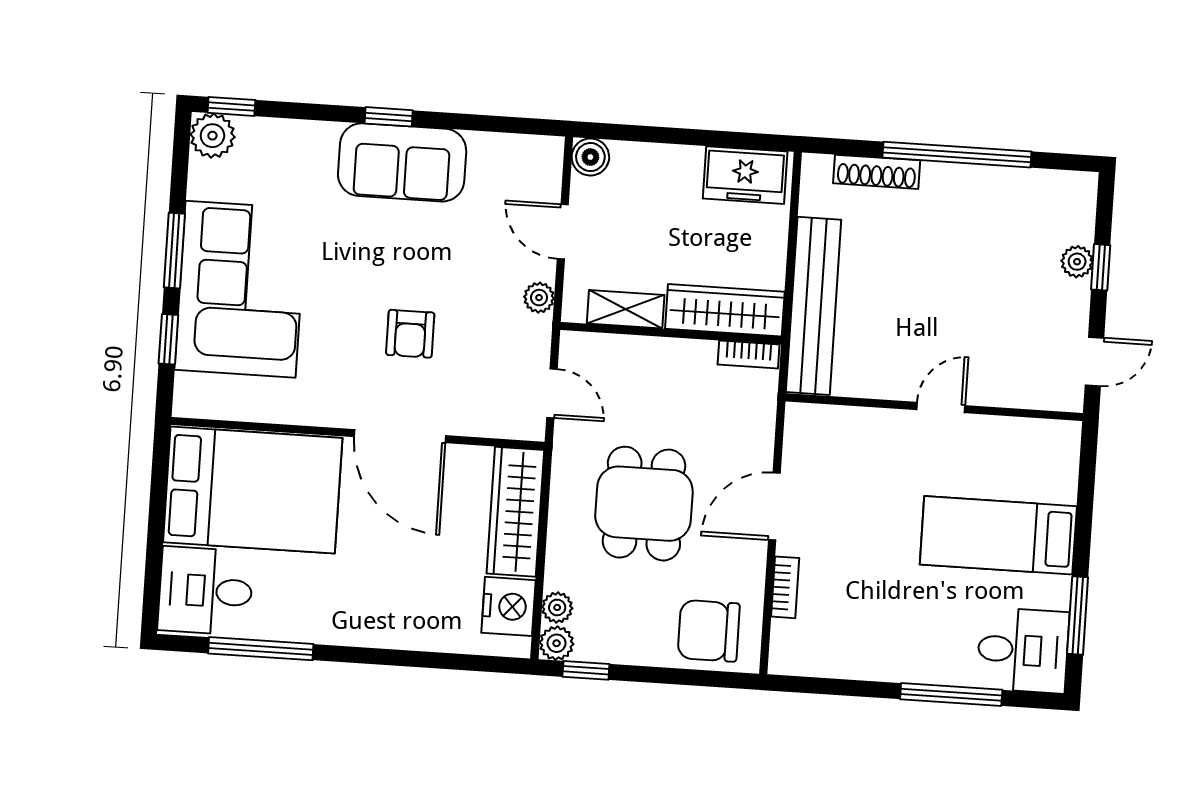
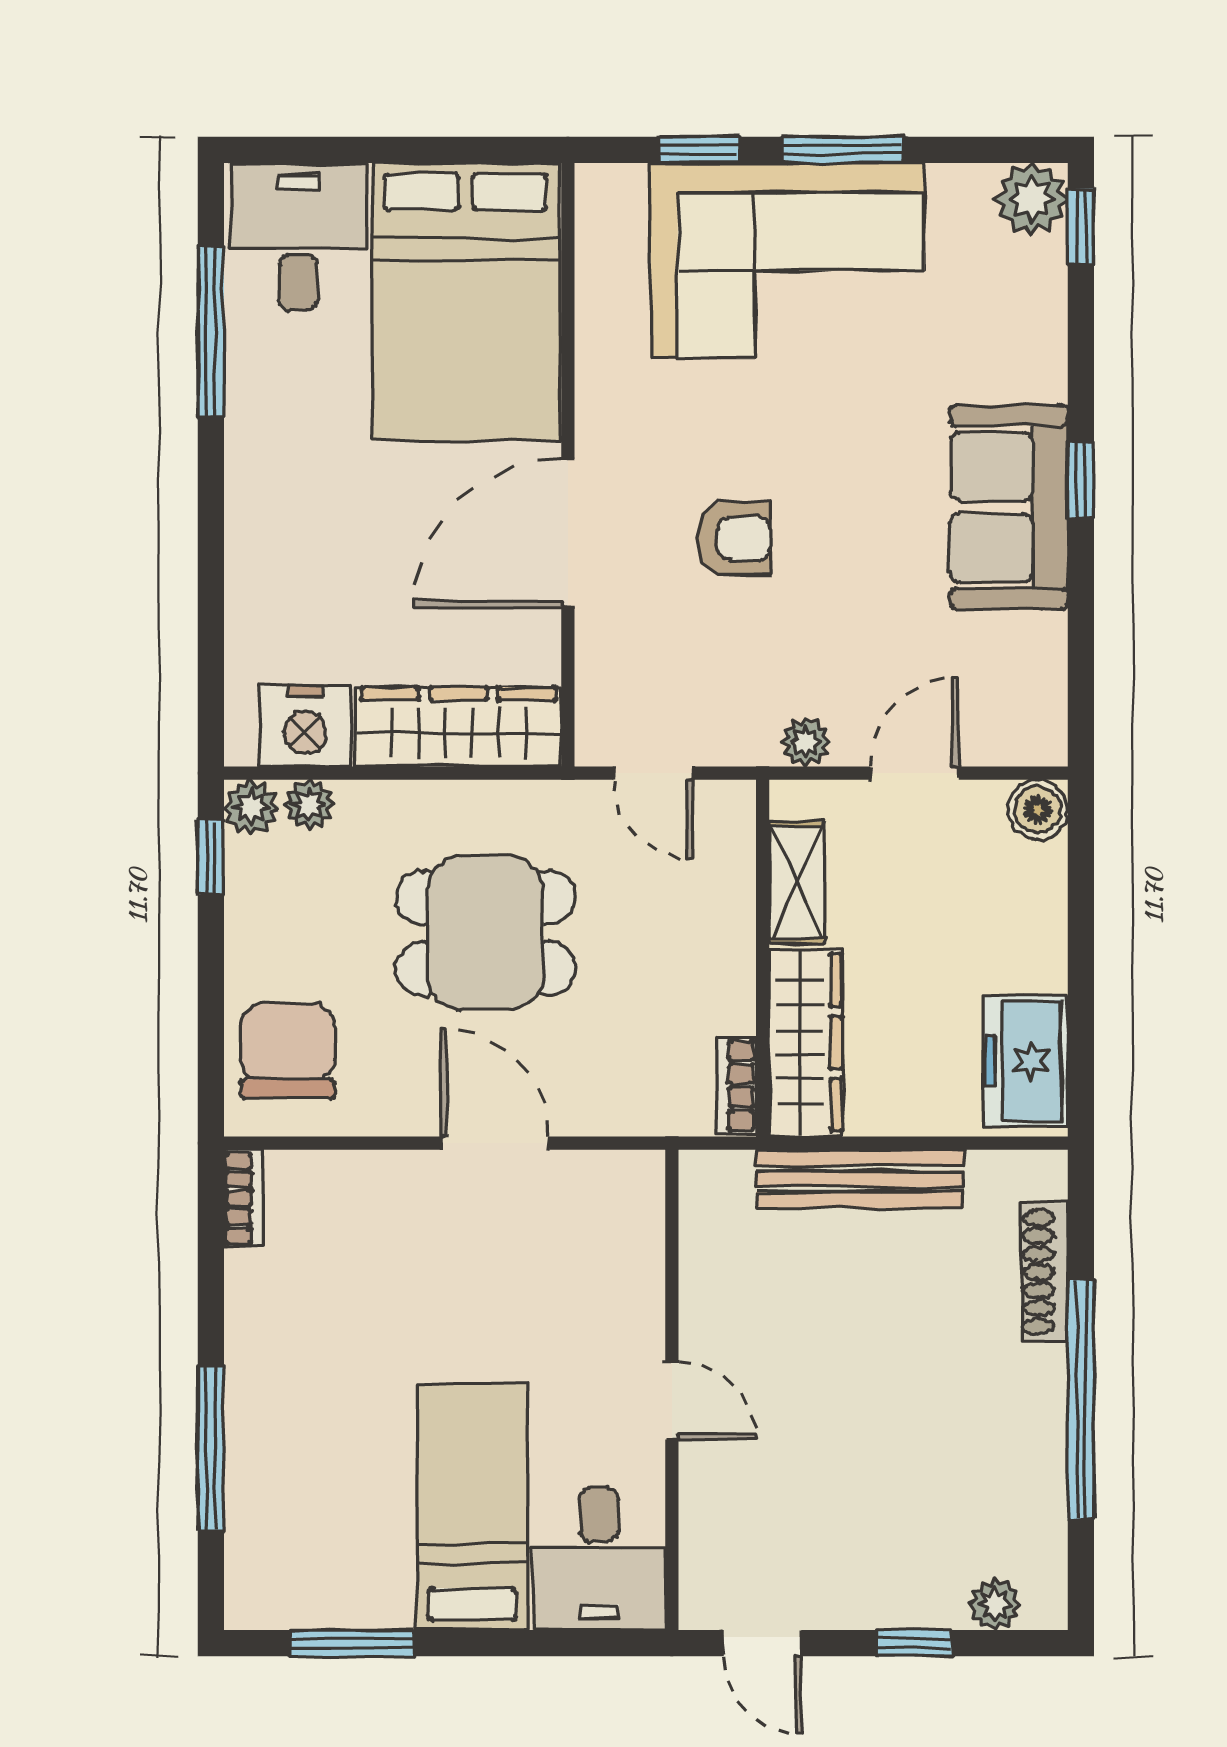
plant: (1077, 262) -> (995, 1604), moved
bench: (814, 306) -> (860, 1179), width x0.73, depth x0.82
armchair: (410, 334) -> (734, 539), turned 180
door: (552, 393) -> (653, 773), hinge flipped
bookcase: (785, 587) -> (243, 1198), moved, turned -90
desk: (1023, 650) -> (599, 1559), moved

